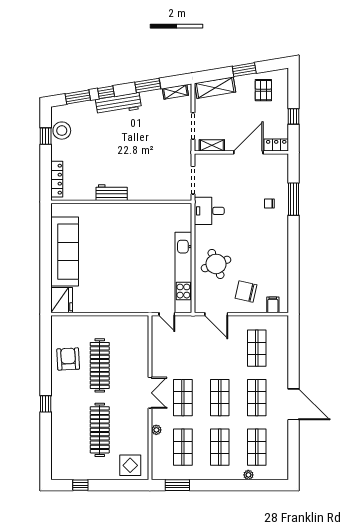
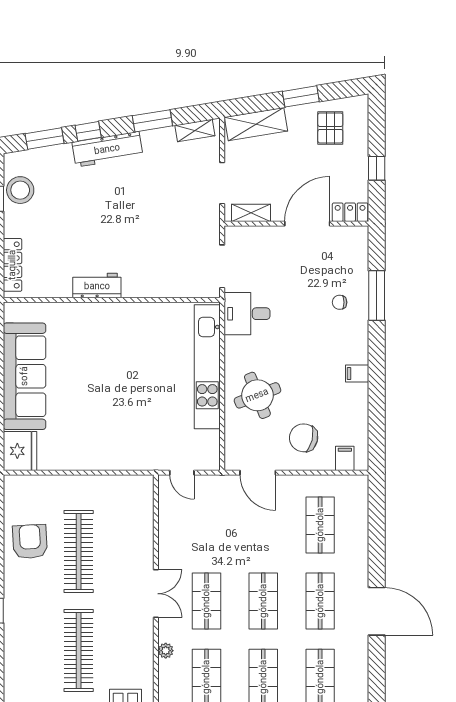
filing cabinet: (281, 250) -> (357, 374), added
kitchen unit: (183, 272) -> (207, 367), moved

